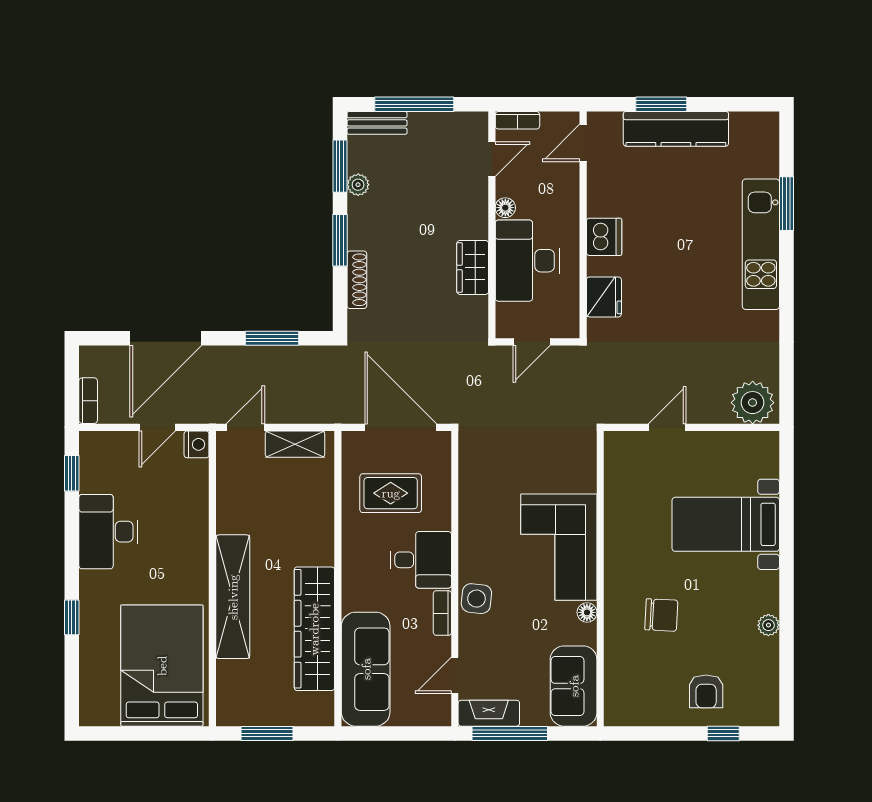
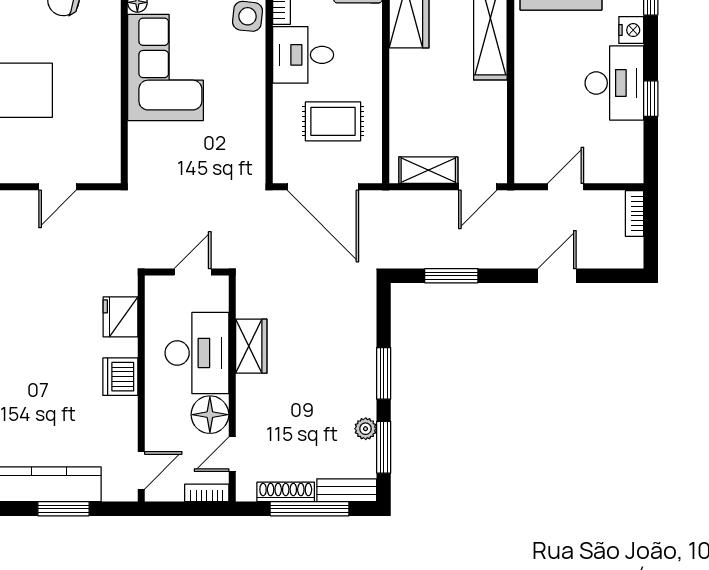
floor lamp: (505, 208) -> (210, 415), width x1.89, depth x1.89
shoe rack: (357, 280) -> (286, 492), moved, turned 90
door: (166, 338) -> (557, 276), width x0.53
nightstand: (197, 444) -> (631, 30), moved, turned 180
window: (72, 473) -> (651, 99), moved

